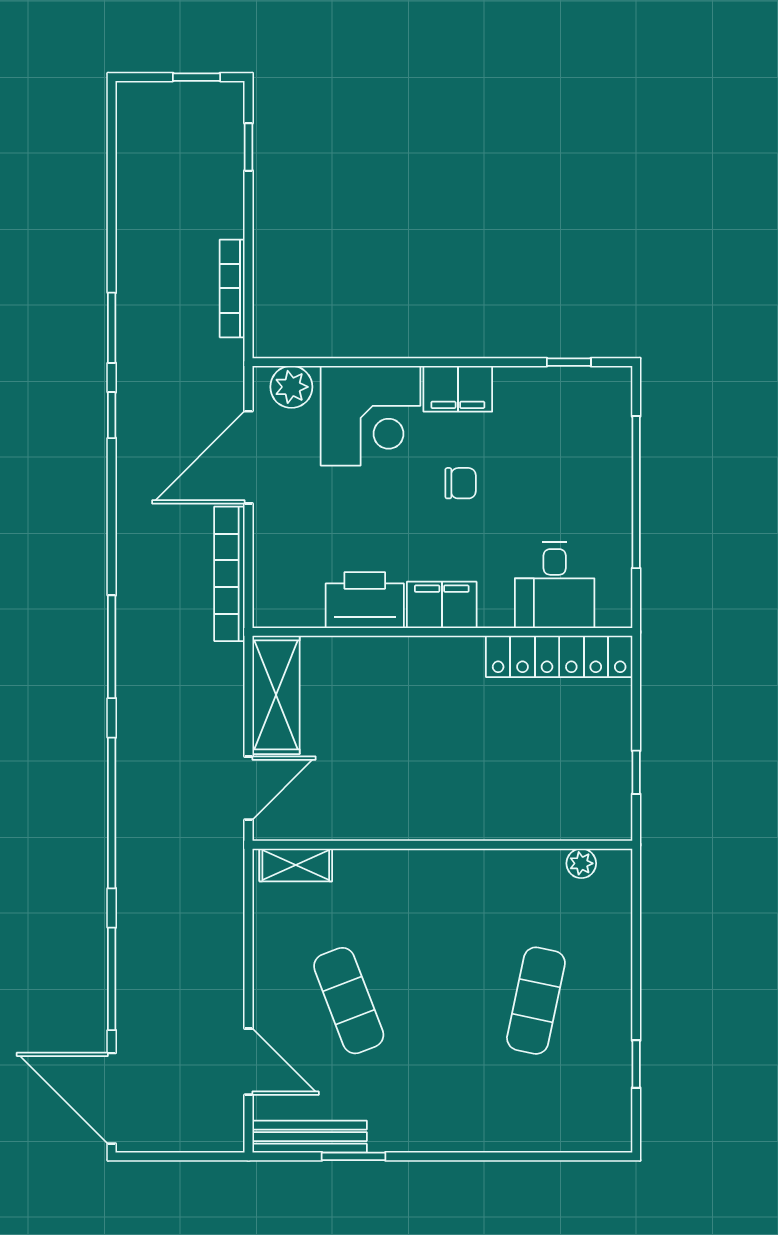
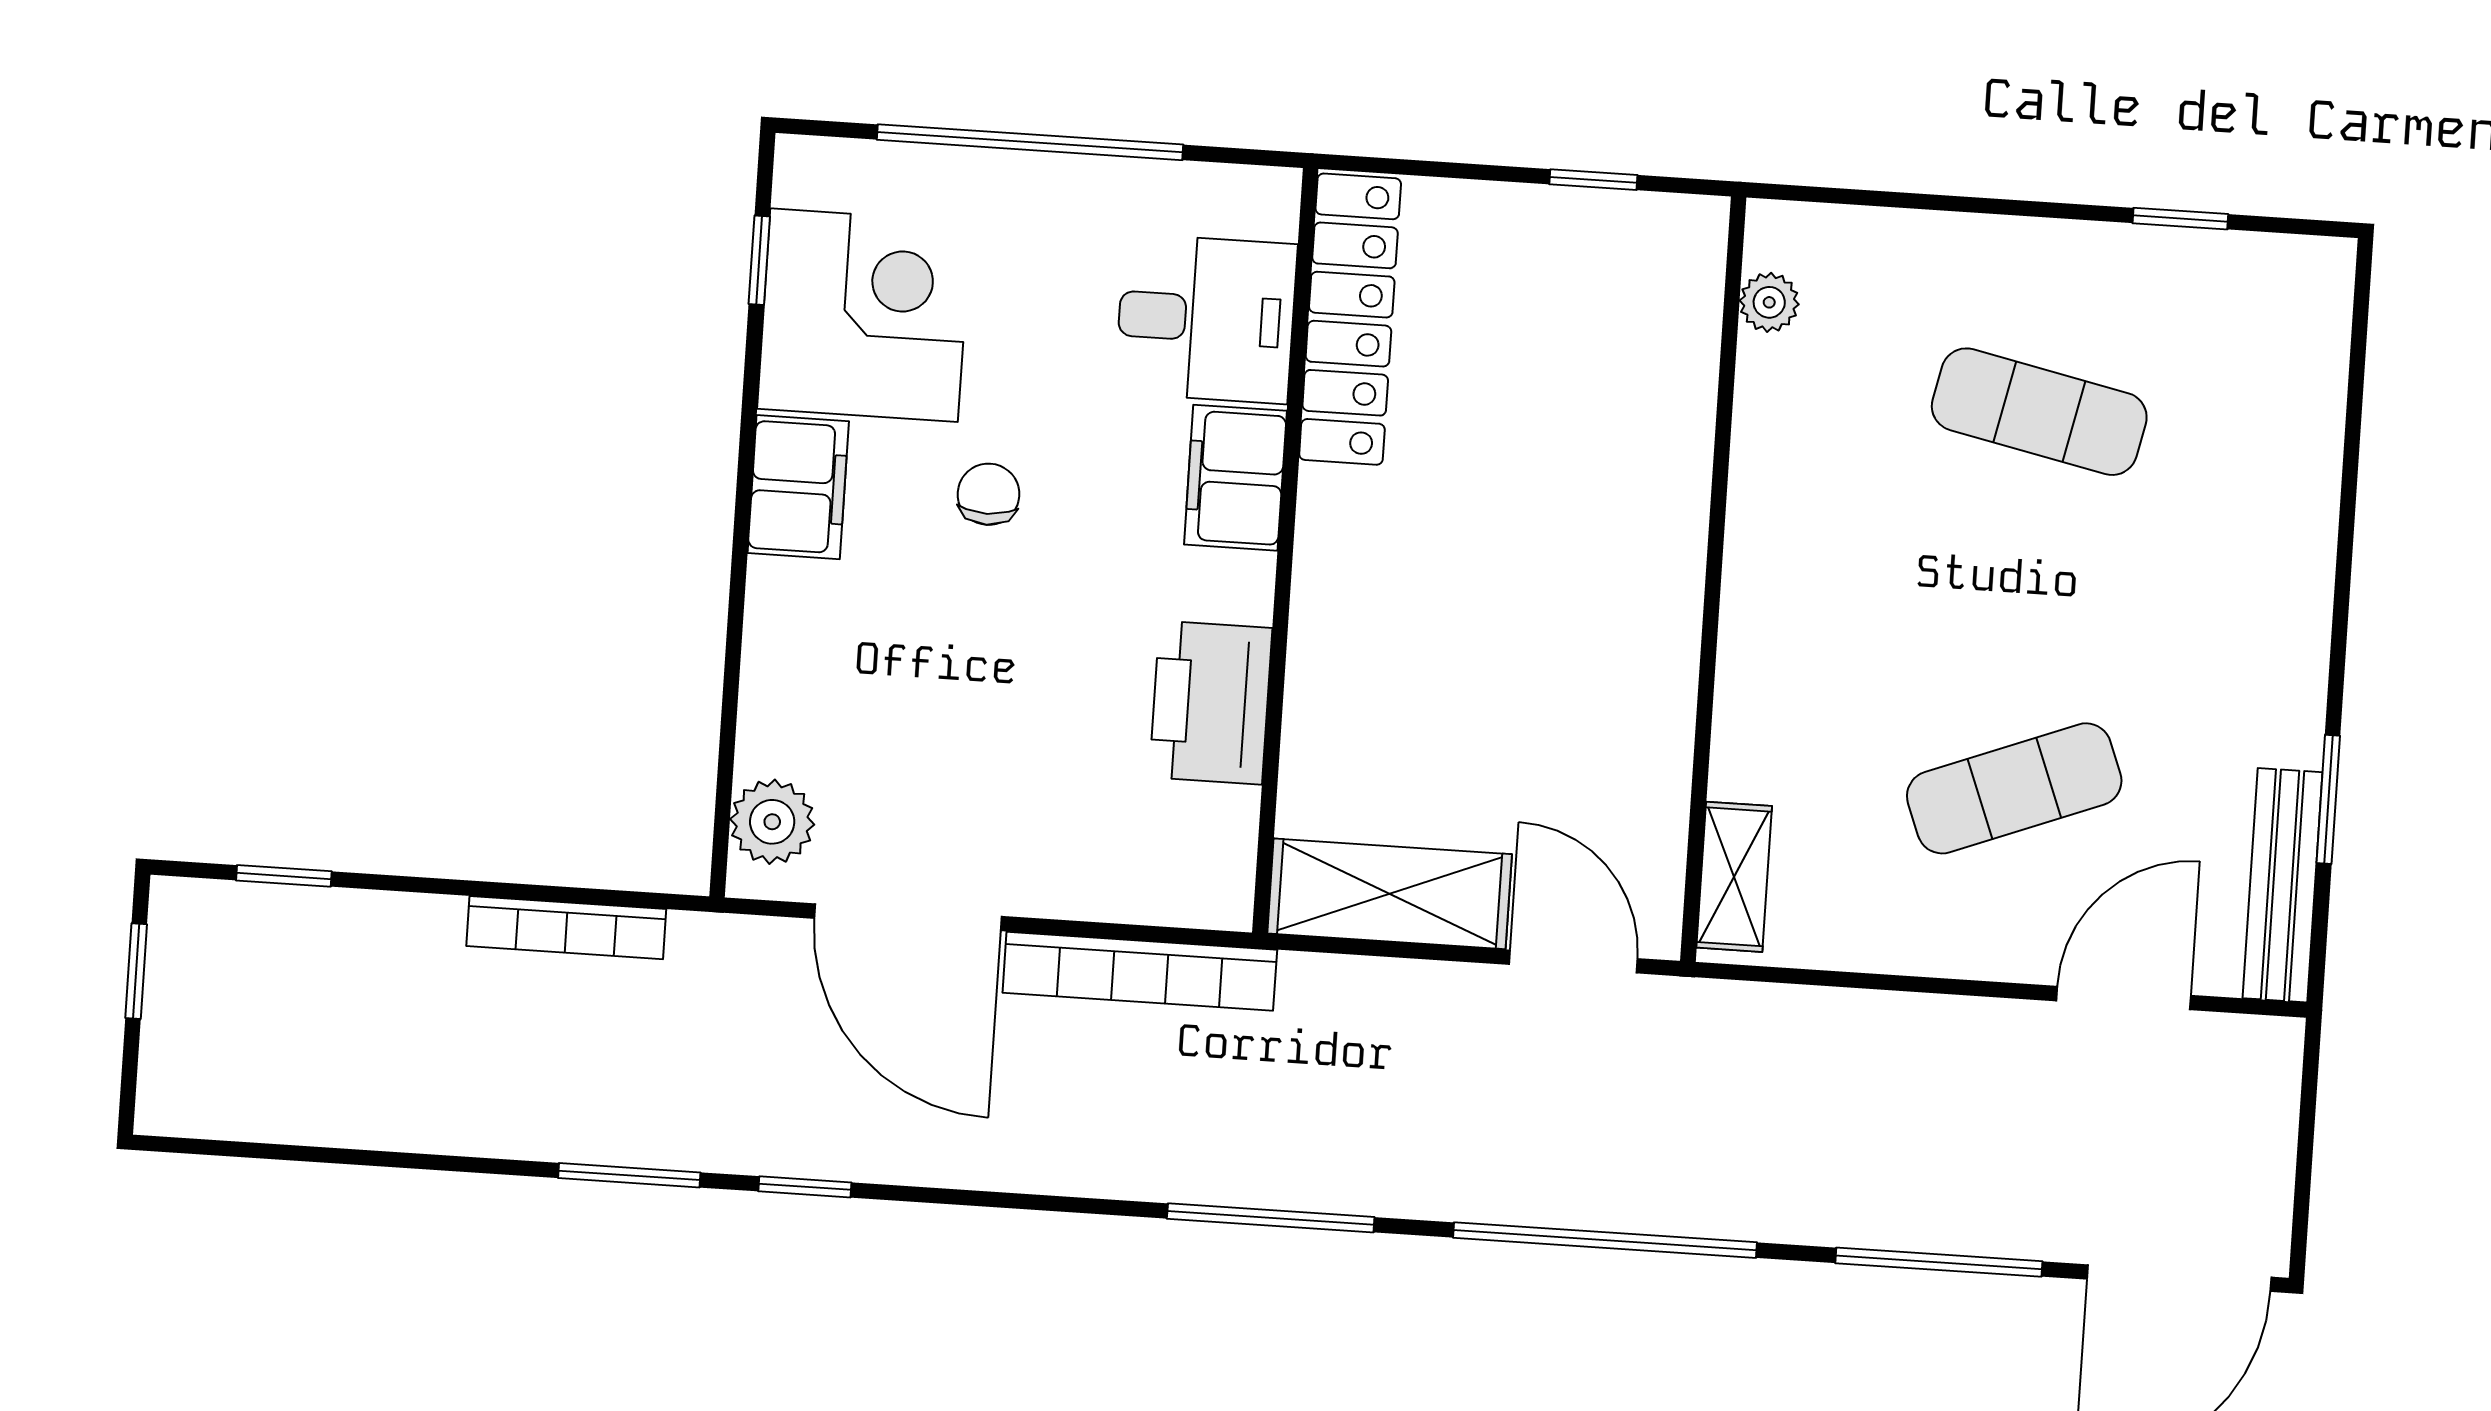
corner desk: (371, 416) -> (864, 315), moved
filing cabinet: (442, 605) -> (1235, 478), moved

